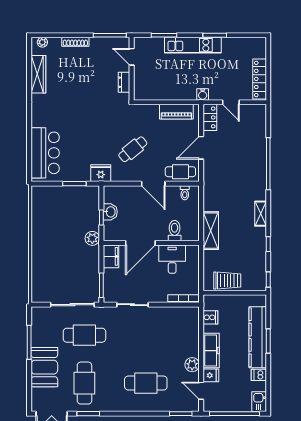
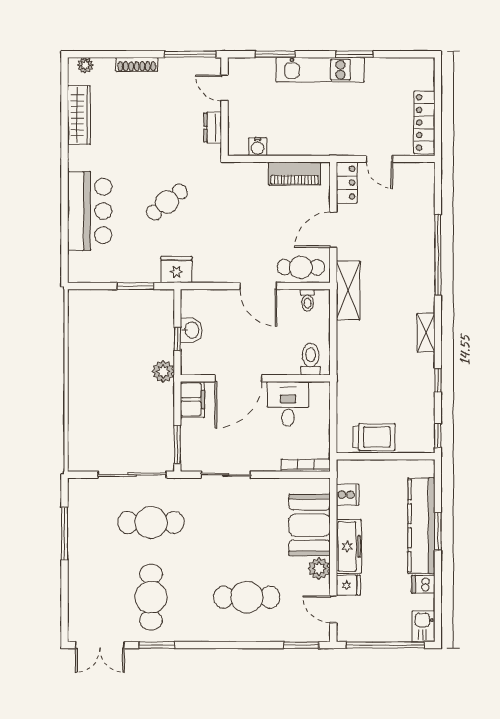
water cooler: (203, 94) -> (258, 147), moved
cafe table: (133, 149) -> (167, 202), moved
bar counter: (45, 153) -> (90, 211), moved
toilet: (175, 231) -> (311, 359), moved
shelving: (211, 231) -> (348, 290), moved
booth: (44, 367) -> (310, 525), moved

